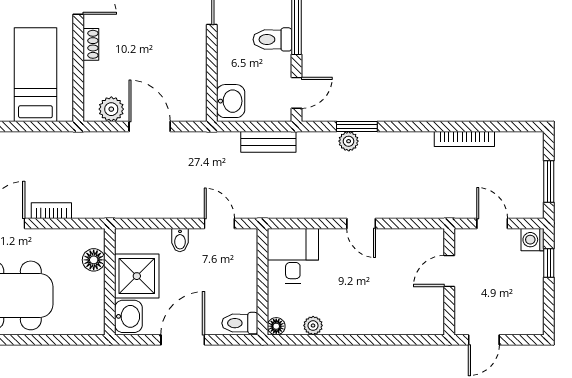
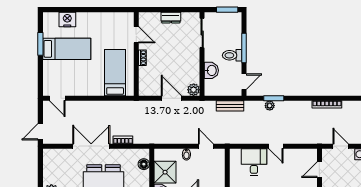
washbasin: (231, 101) -> (211, 70), moved
plant: (111, 109) -> (194, 90), moved
desk: (293, 256) -> (254, 162), moved

